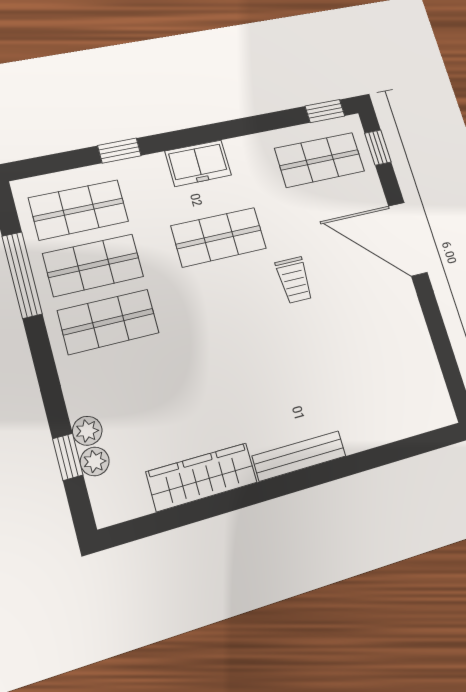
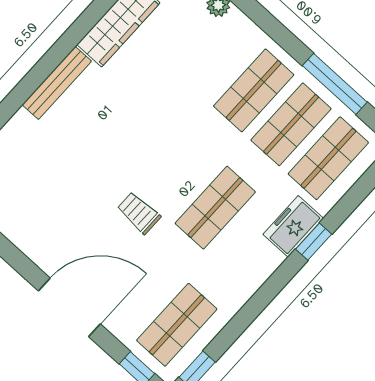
window: (119, 151) -> (314, 242), moved
freezer: (198, 163) -> (293, 226), moved

